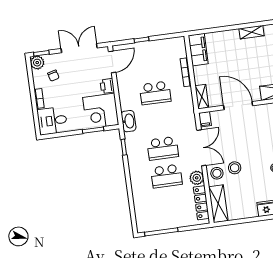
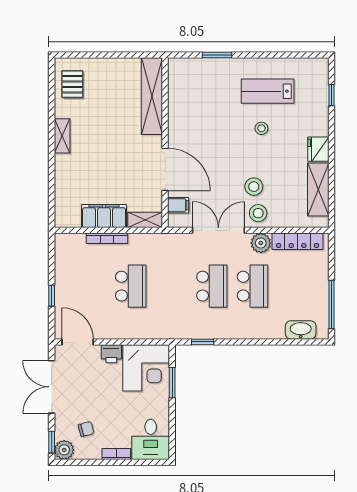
filing cabinet: (198, 50) -> (104, 216), moved
door: (238, 106) -> (165, 169), swing flipped
filing cabinet: (205, 119) -> (178, 205), moved
washbasin: (129, 121) -> (301, 330), moved
shelving: (218, 204) -> (318, 189), moved, turned 90

